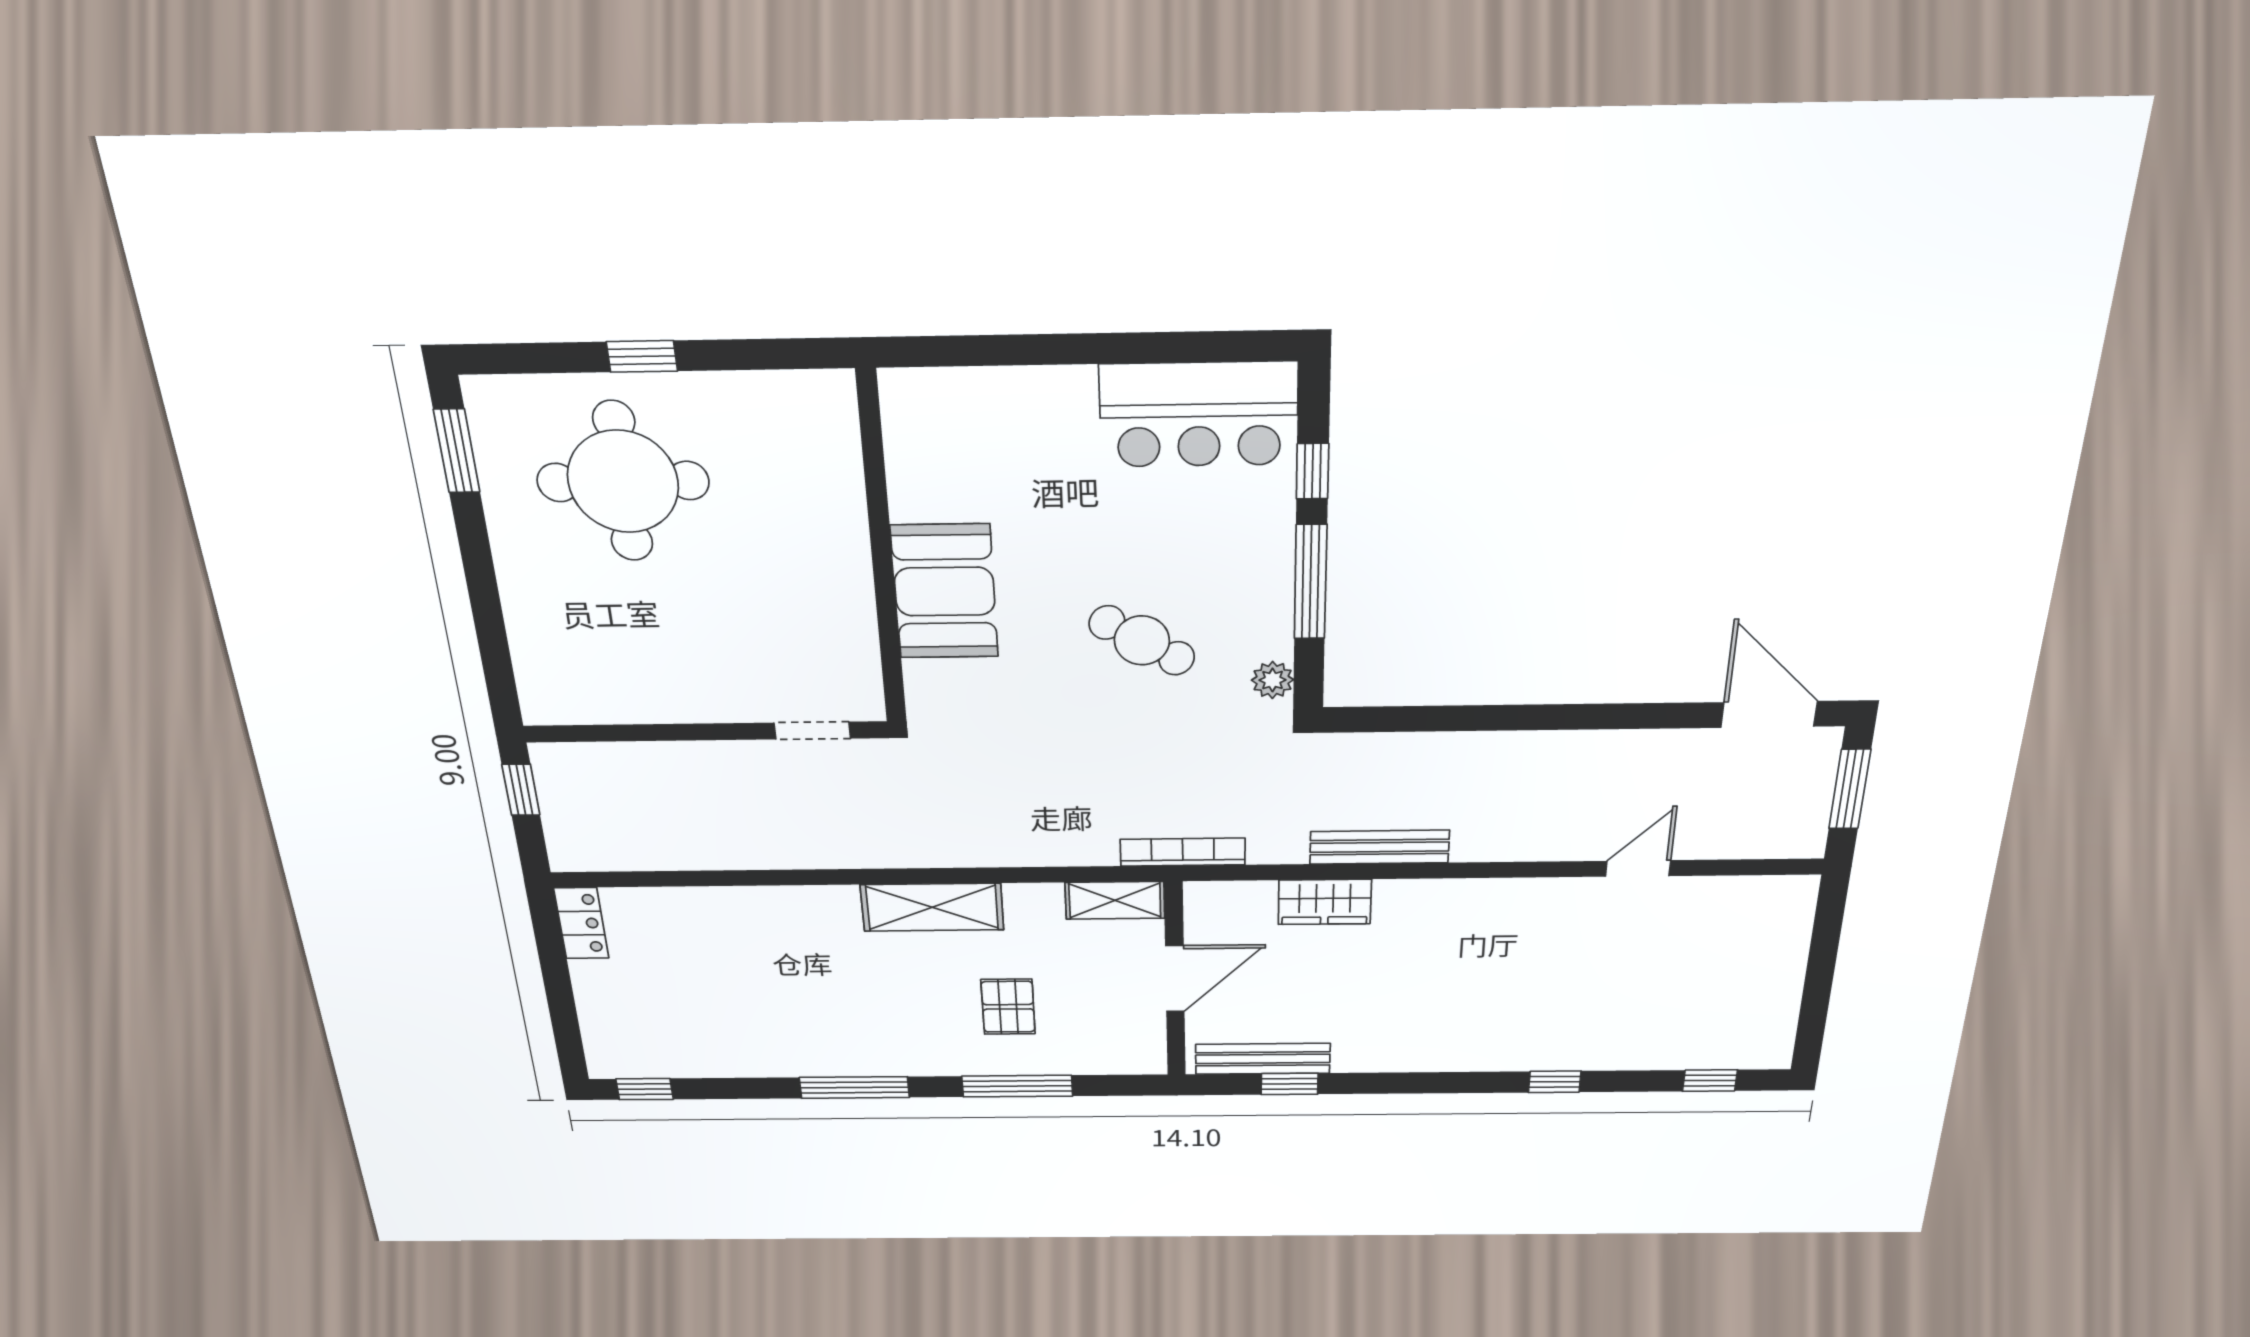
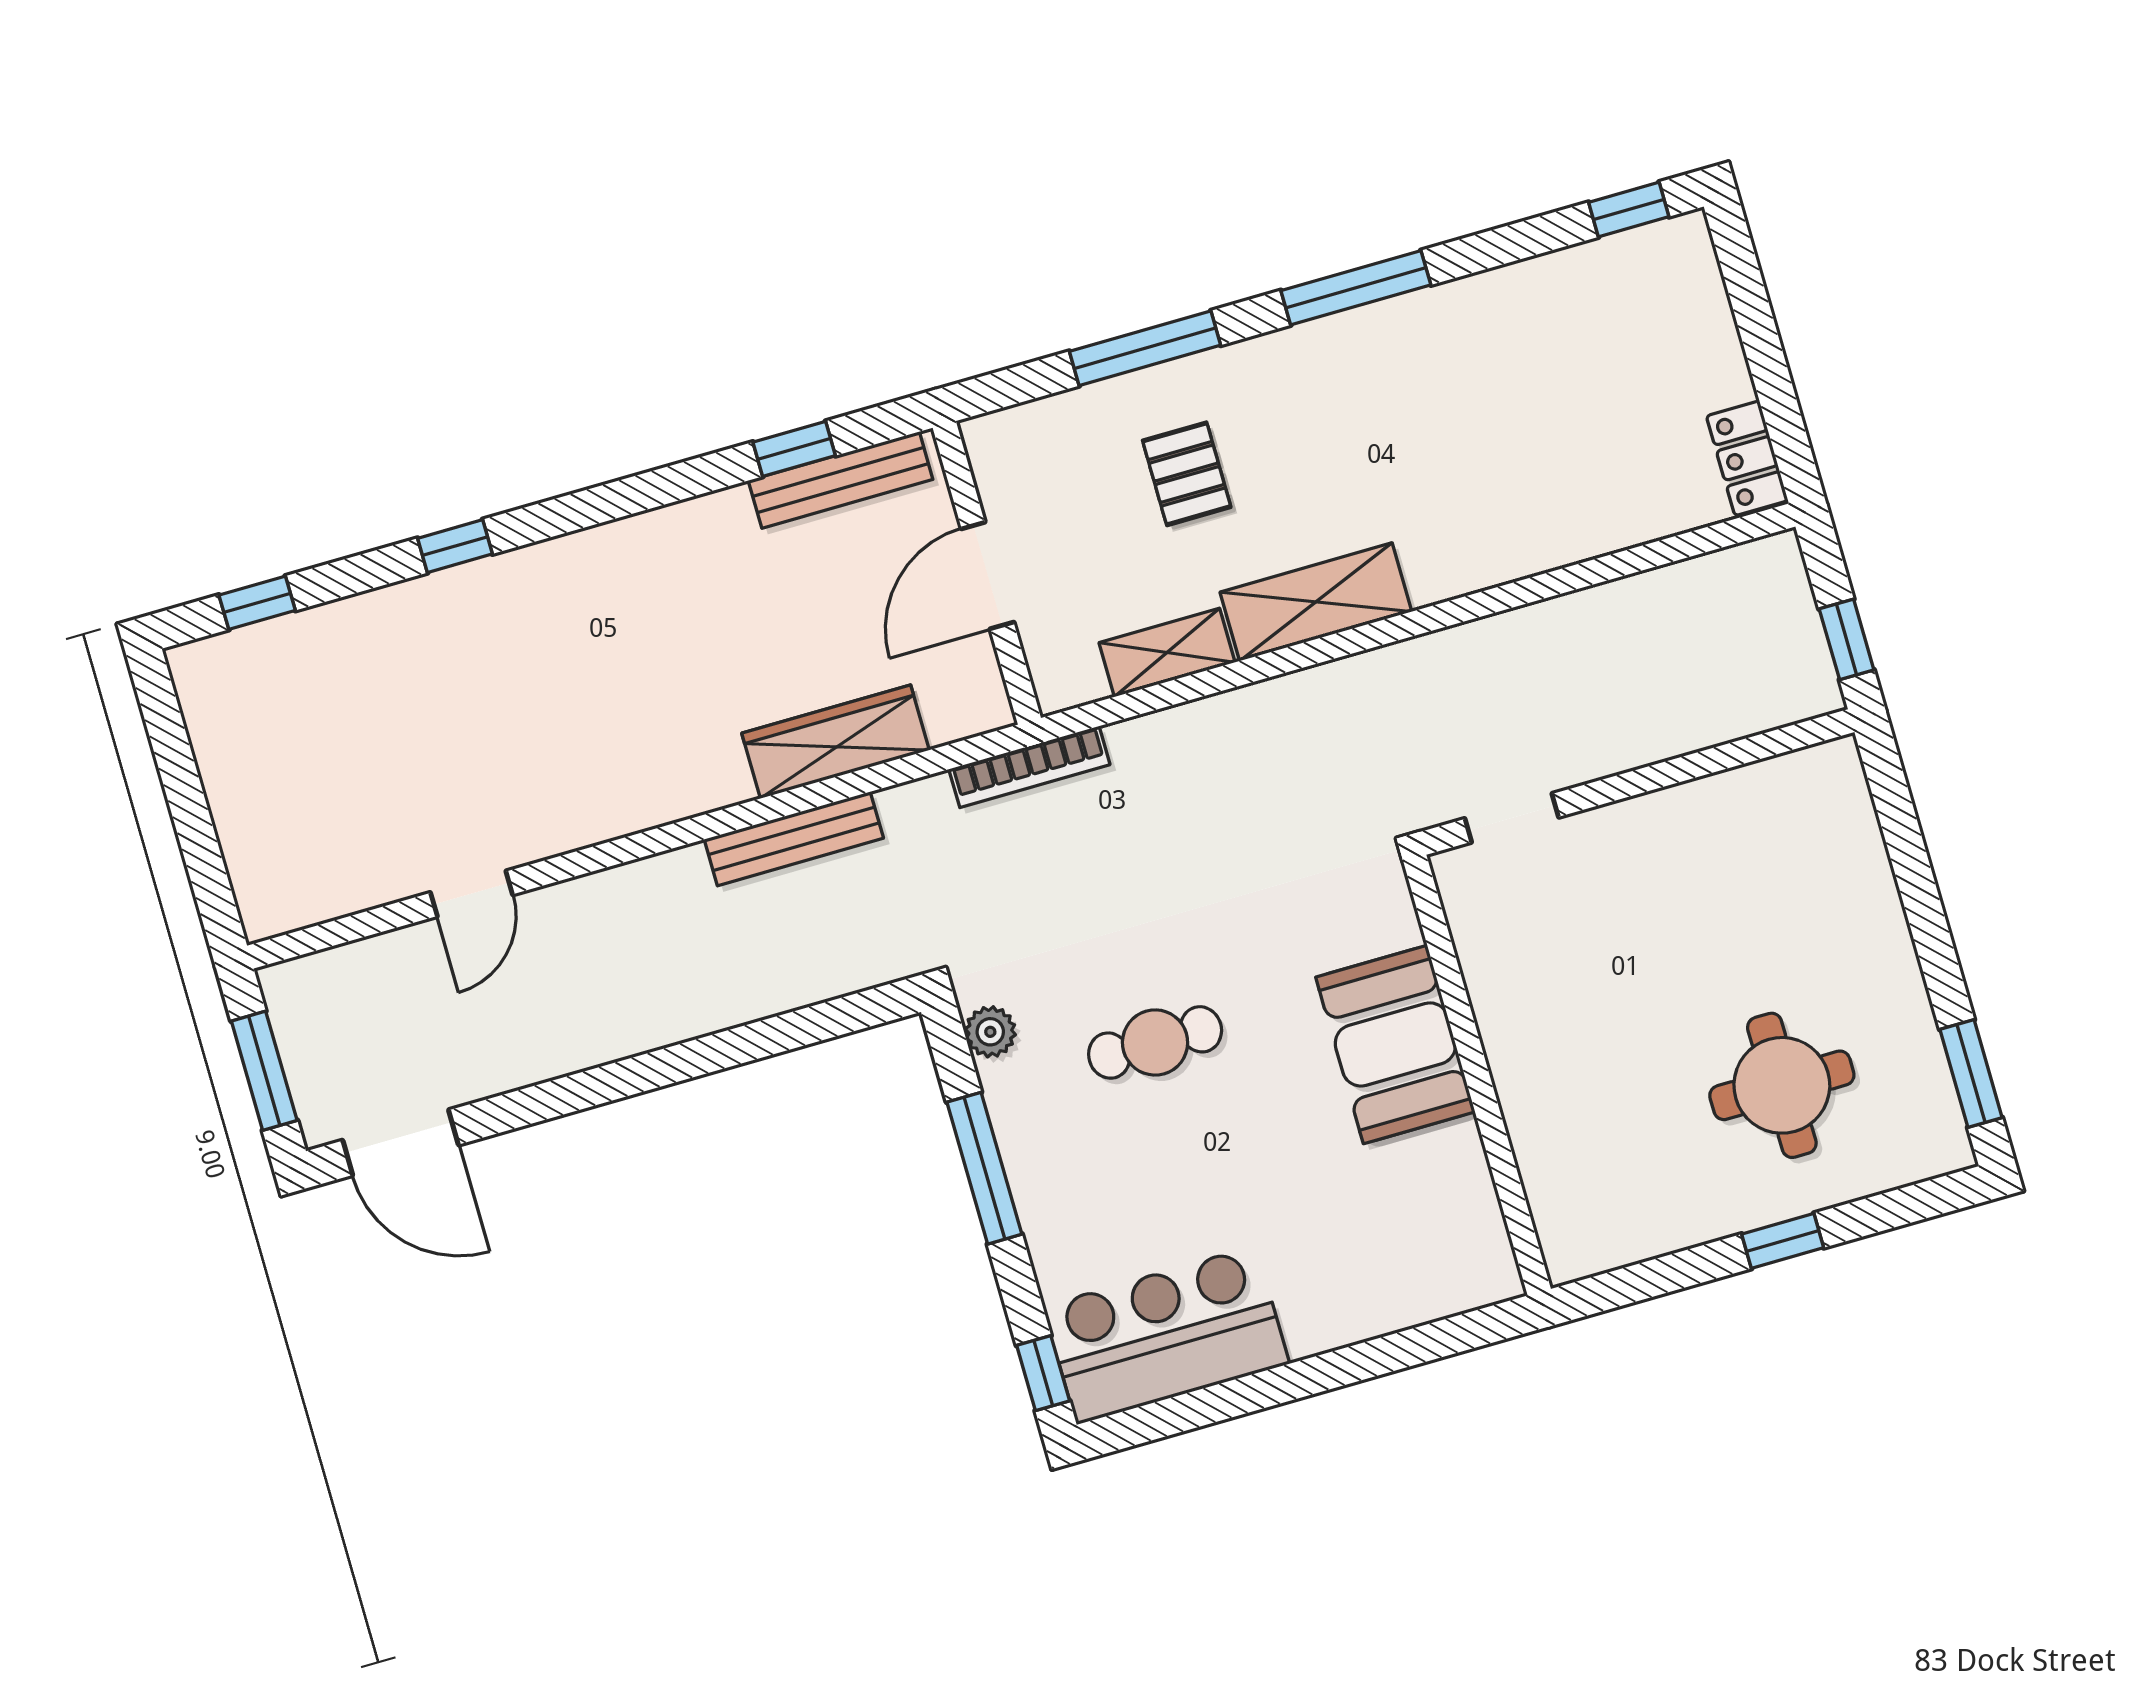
window: (1313, 471) -> (1043, 1373), moved
round table: (623, 482) -> (1782, 1085), width x0.73, depth x0.73
cafe table: (1142, 640) -> (1155, 1042), turned -31
shelving: (1115, 900) -> (1167, 653), moved
wardrobe: (1325, 902) -> (835, 742), width x1.50

